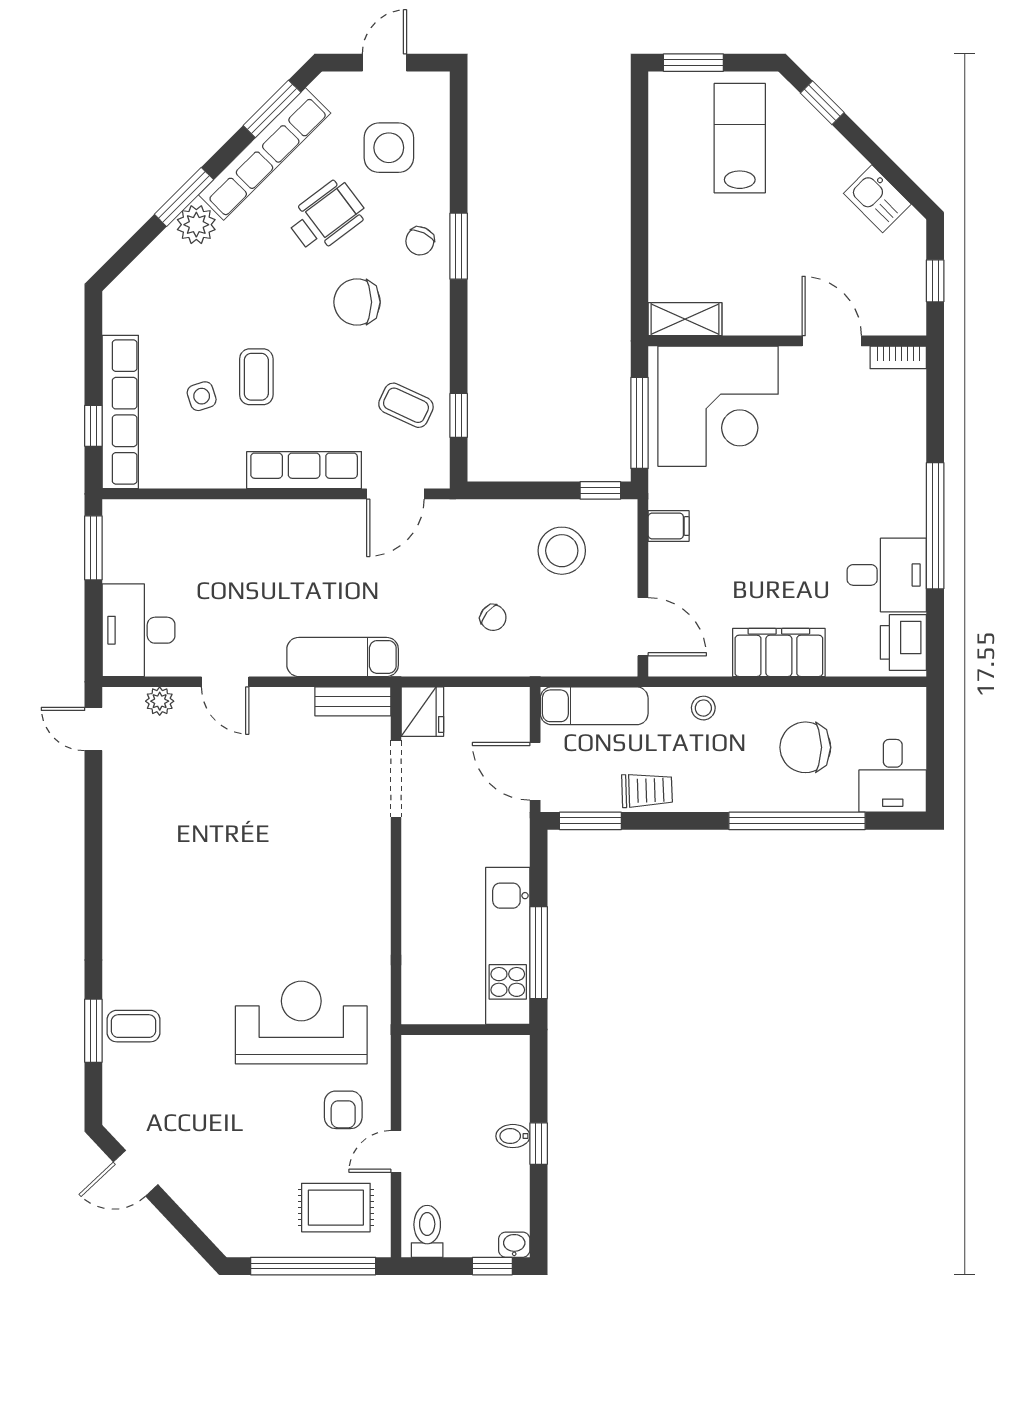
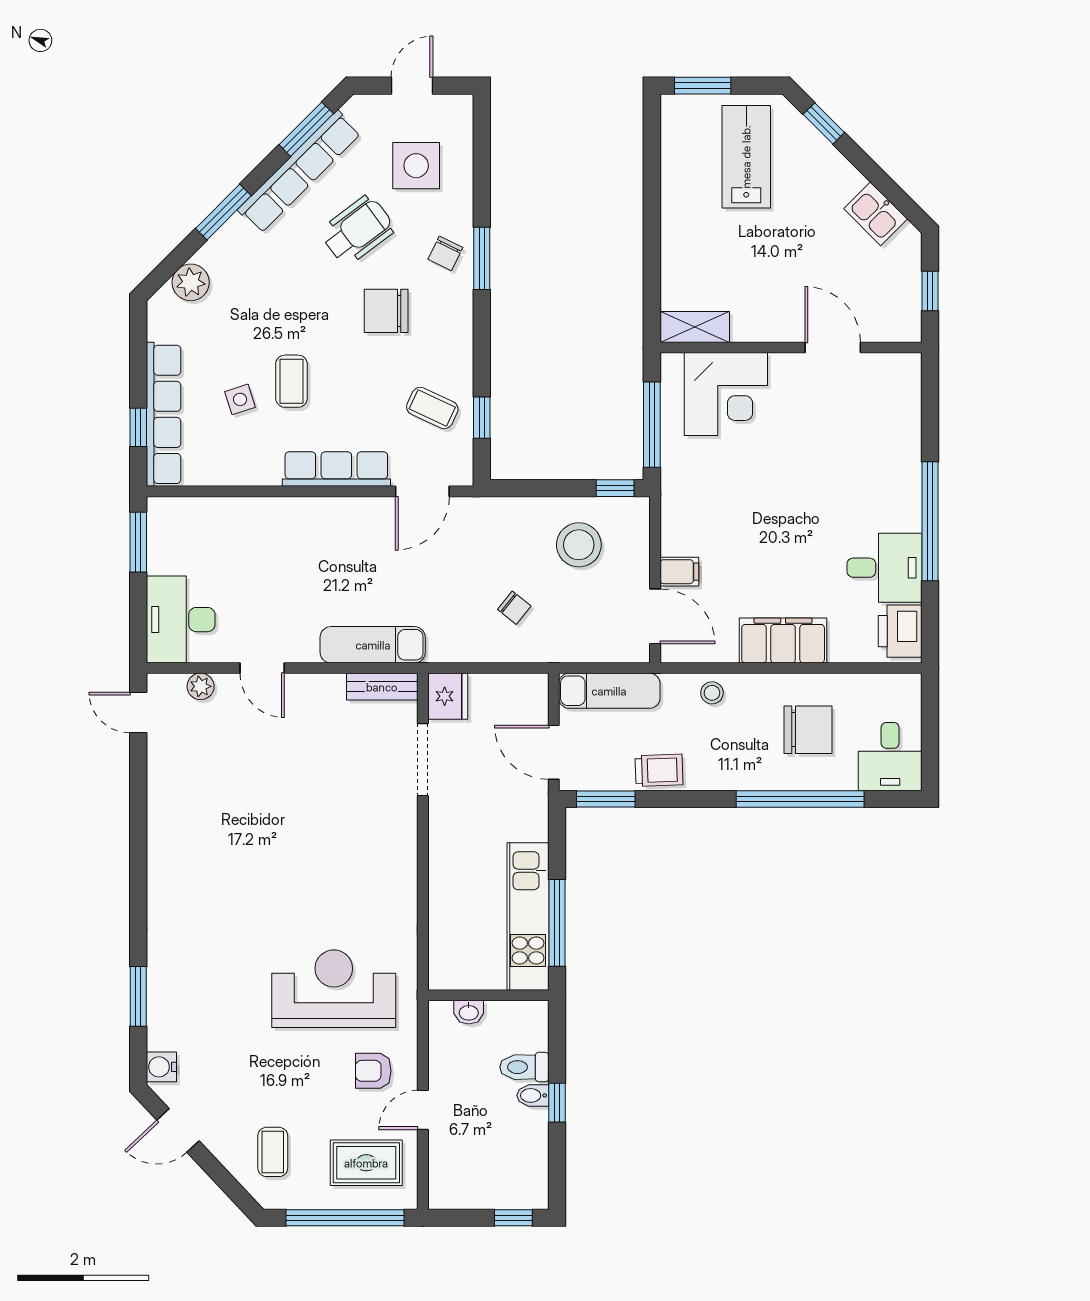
plant: (196, 225) -> (191, 282), moved
bookcase: (898, 357) -> (895, 363), removed
corner desk: (718, 406) -> (726, 394), width x0.74, depth x0.74
filing cabinet: (669, 526) -> (679, 572), moved
chair: (805, 747) -> (808, 730), turned 180
coffee table: (134, 1026) -> (273, 1152), moved, turned 90
water cooler: (118, 1106) -> (161, 1067), added
armchair: (343, 1110) -> (373, 1071), turned 90
toilet: (427, 1231) -> (524, 1067), moved, turned -90
washbasin: (514, 1245) -> (469, 1012), moved, turned 180

